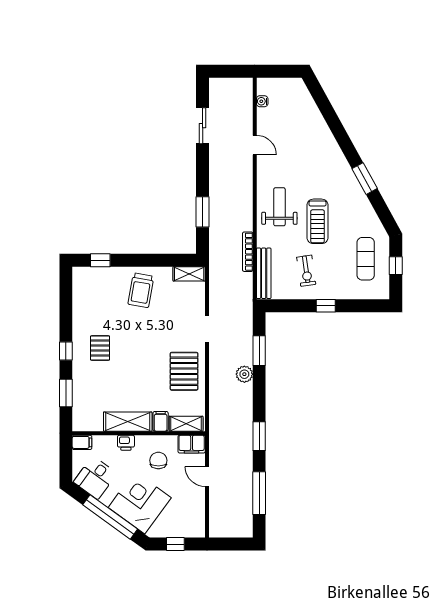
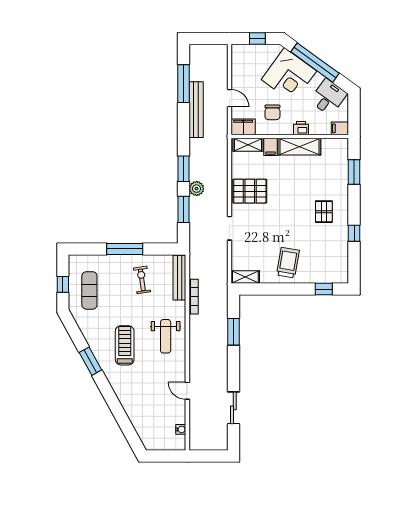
treadmill: (318, 221) -> (125, 345), moved
window: (326, 306) -> (125, 249), width x2.17
window: (66, 351) -> (354, 233), moved
pallet: (184, 371) -> (250, 191), turned 90
window: (259, 436) -> (183, 169), moved
bench: (245, 464) -> (196, 110), added

